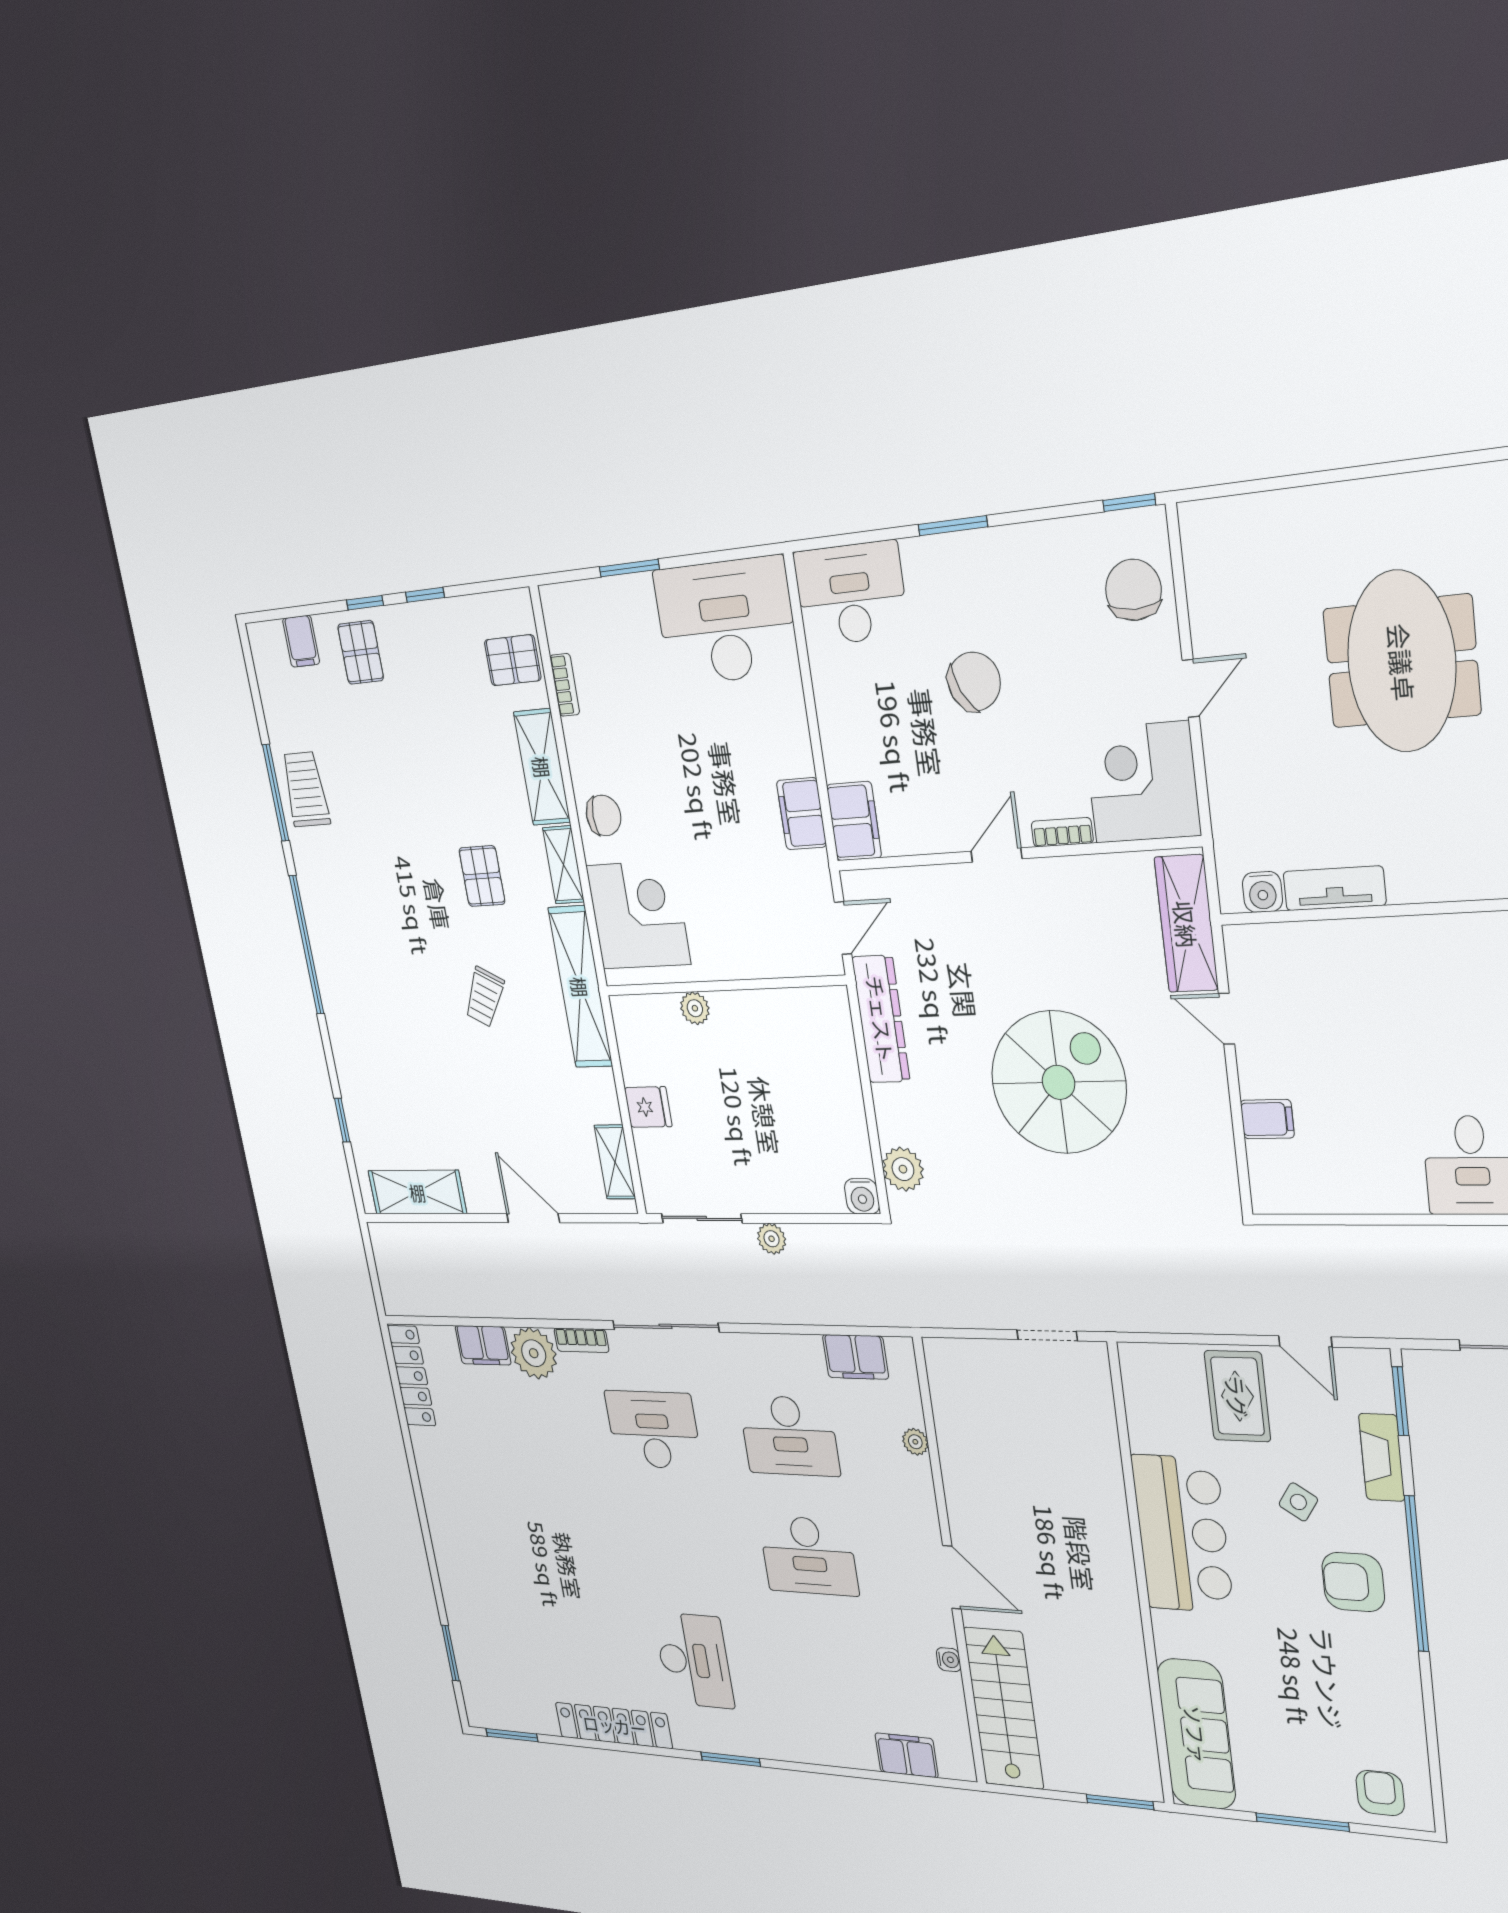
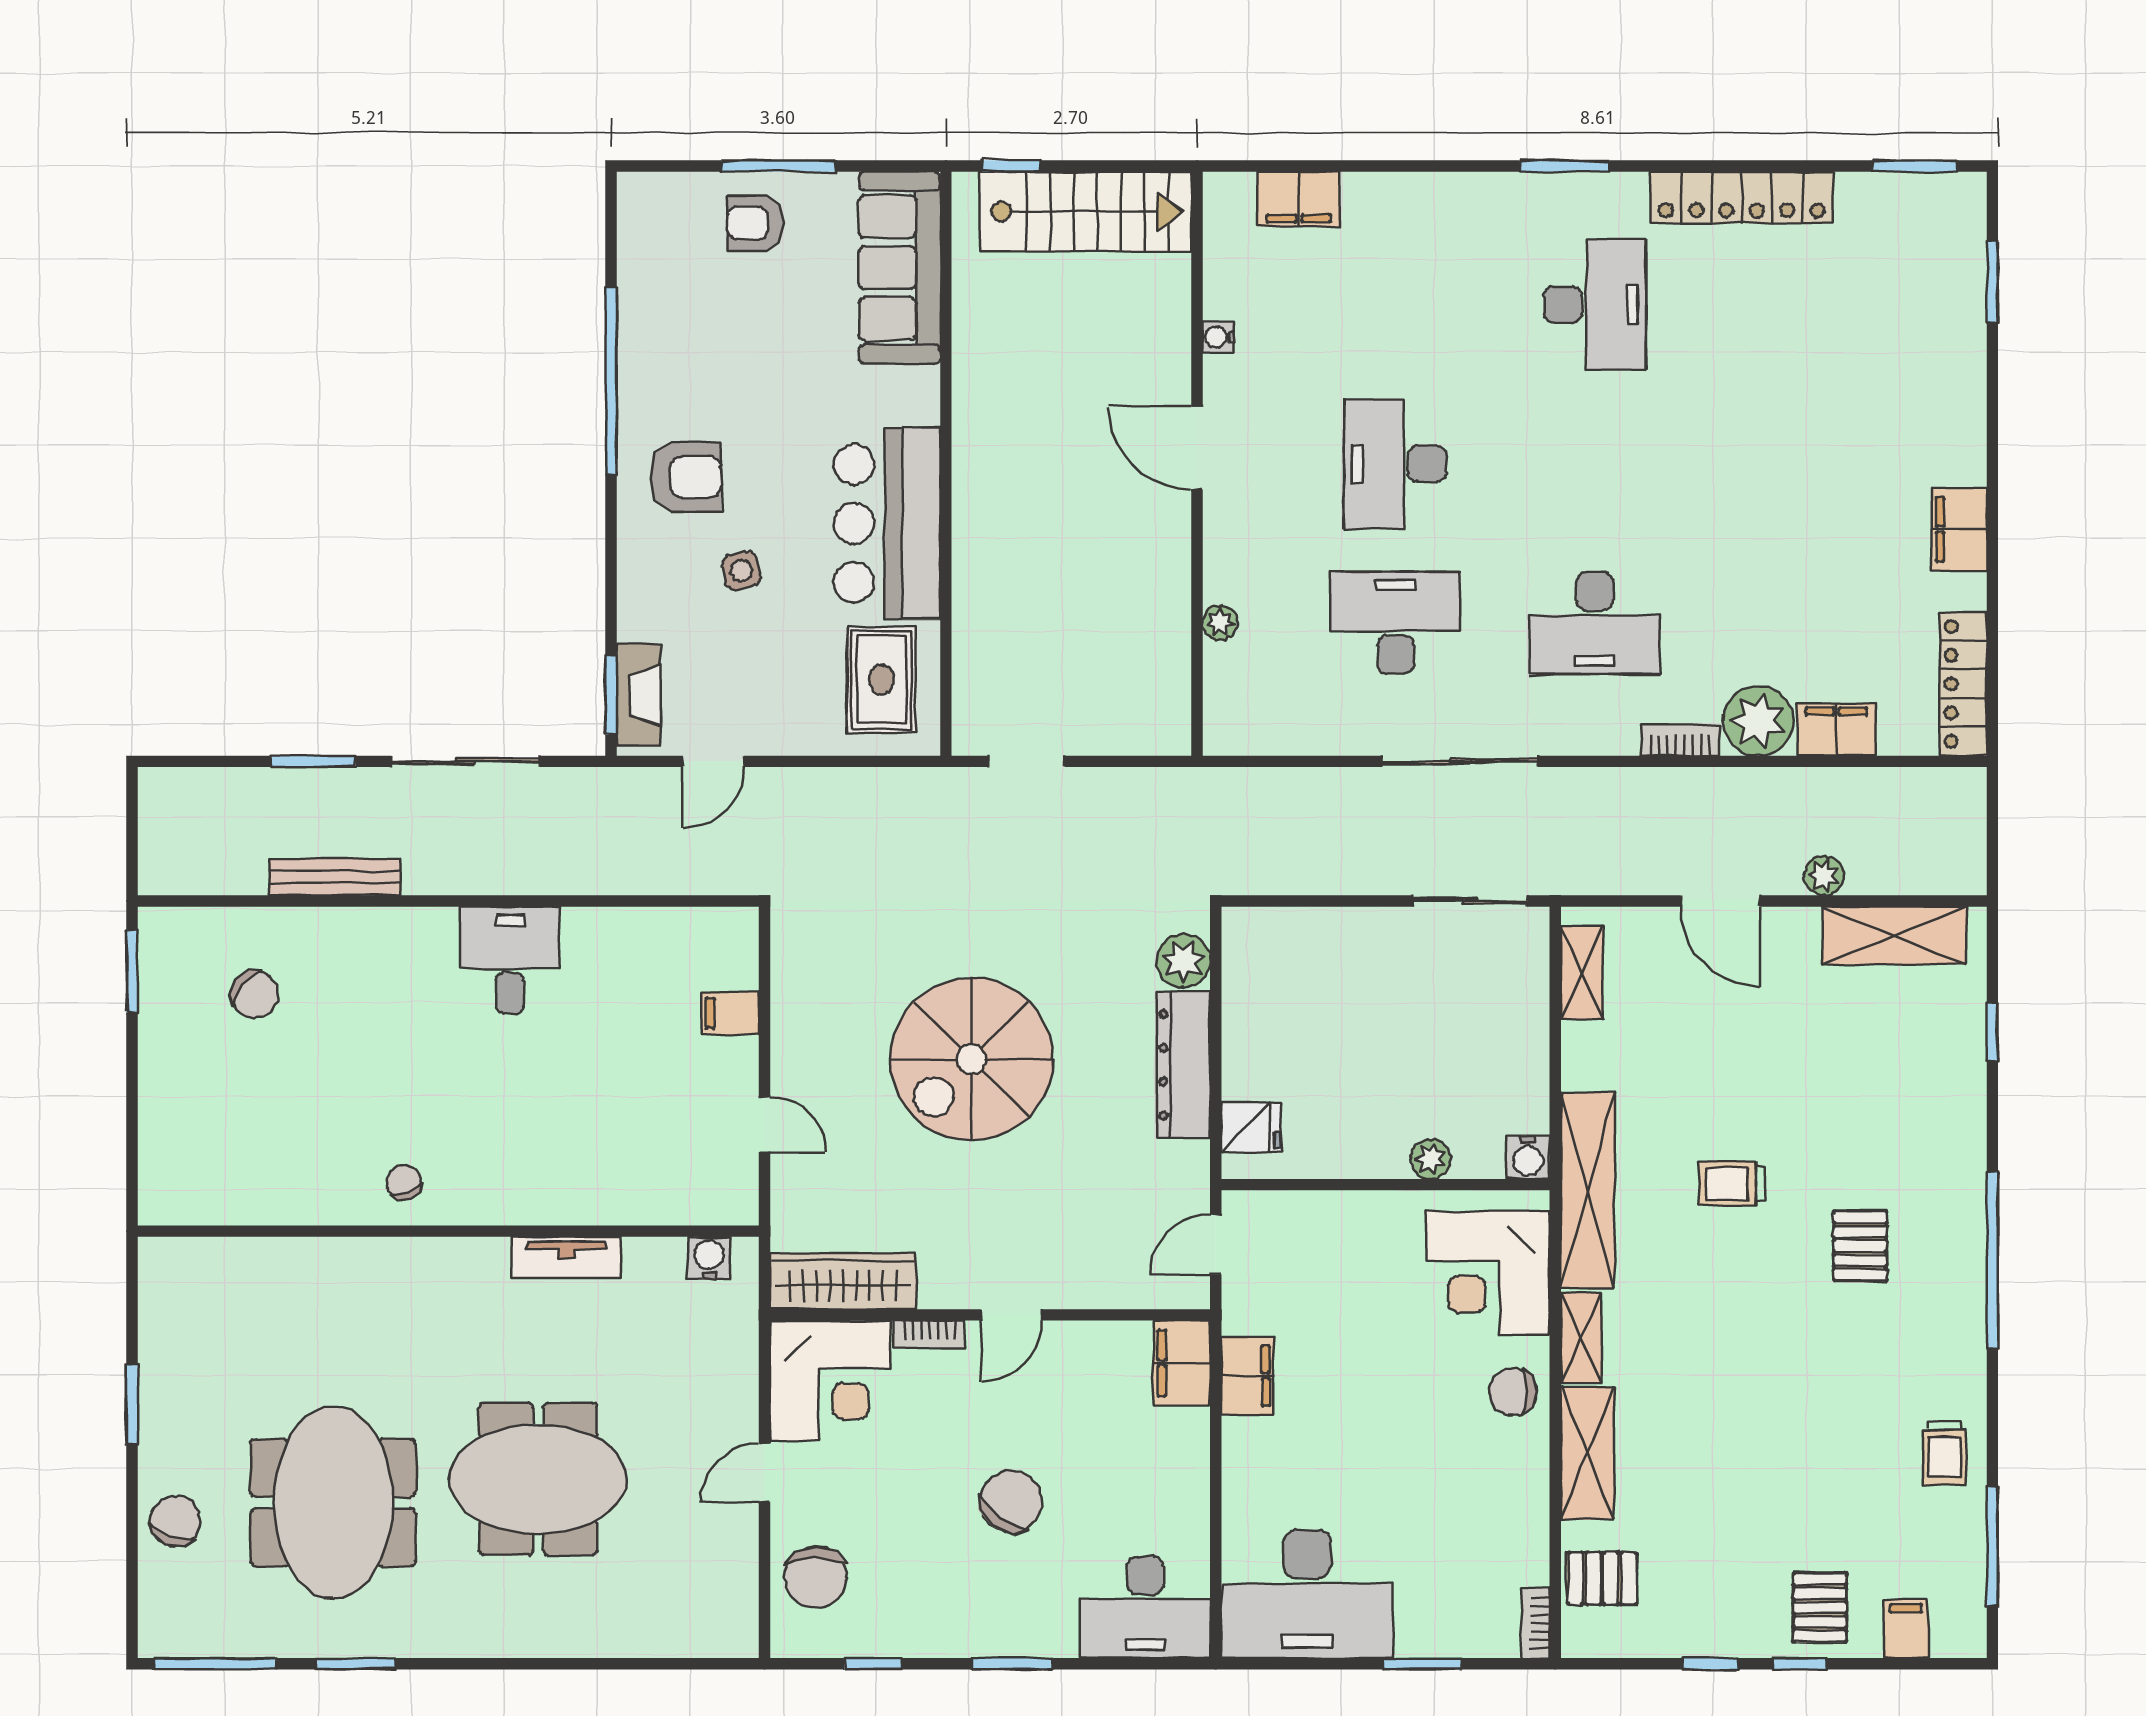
window: (1129, 503) -> (873, 1664), moved
meeting table: (1402, 662) -> (538, 1479), turned 90
chair: (974, 682) -> (1011, 1501), turned 153
bookcase: (565, 685) -> (1536, 1623), moved
trolley: (306, 789) -> (1944, 1453), width x0.73, depth x0.72
window: (276, 793) -> (1992, 1546), moved
pallet: (482, 876) -> (1860, 1246), moved
tv unit: (1334, 888) -> (566, 1257), moved
wardrobe: (1186, 924) -> (843, 1281), moved, turned -90
trolley: (484, 997) -> (1732, 1184), turned -118
dresser: (881, 1019) -> (1184, 1065), moved
fridge: (648, 1107) -> (1251, 1127), moved, turned 180
water cooler: (862, 1196) -> (1528, 1157), moved, turned 180
plant: (772, 1239) -> (1824, 876), moved
sliding door: (666, 1326) -> (1460, 761), moved
door: (1305, 1341) -> (713, 761), swing flipped
filing cabinet: (855, 1357) -> (1959, 529), moved, turned -90
rug: (1237, 1396) -> (882, 680), moved
fireplace: (1382, 1457) -> (638, 695), moved
side table: (1298, 1502) -> (741, 571), turned 45
desk: (808, 1556) -> (1396, 464), turned -90
window: (1417, 1574) -> (611, 381), moved
desk: (694, 1660) -> (1595, 305), turned 180
stairs: (1004, 1708) -> (1086, 212), moved, turned -90
armchair: (1380, 1793) -> (755, 223), moved, turned 90
window: (1120, 1802) -> (1011, 166), width x0.67

